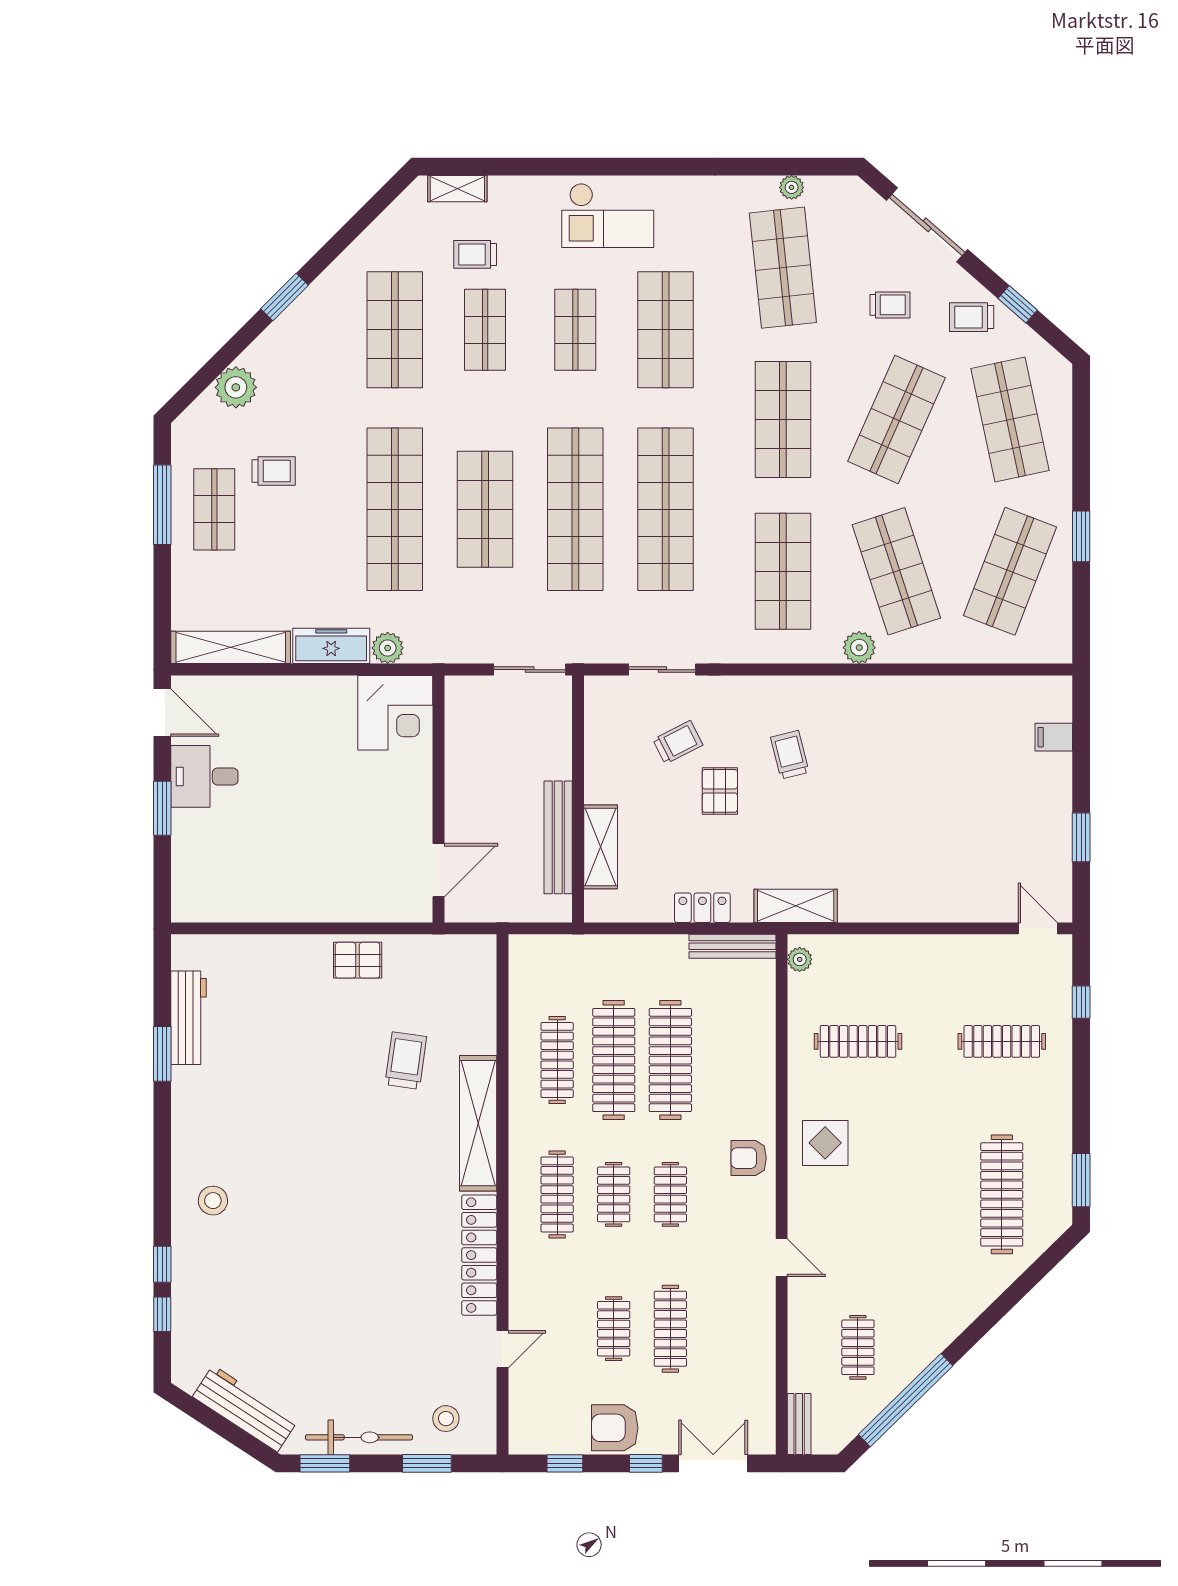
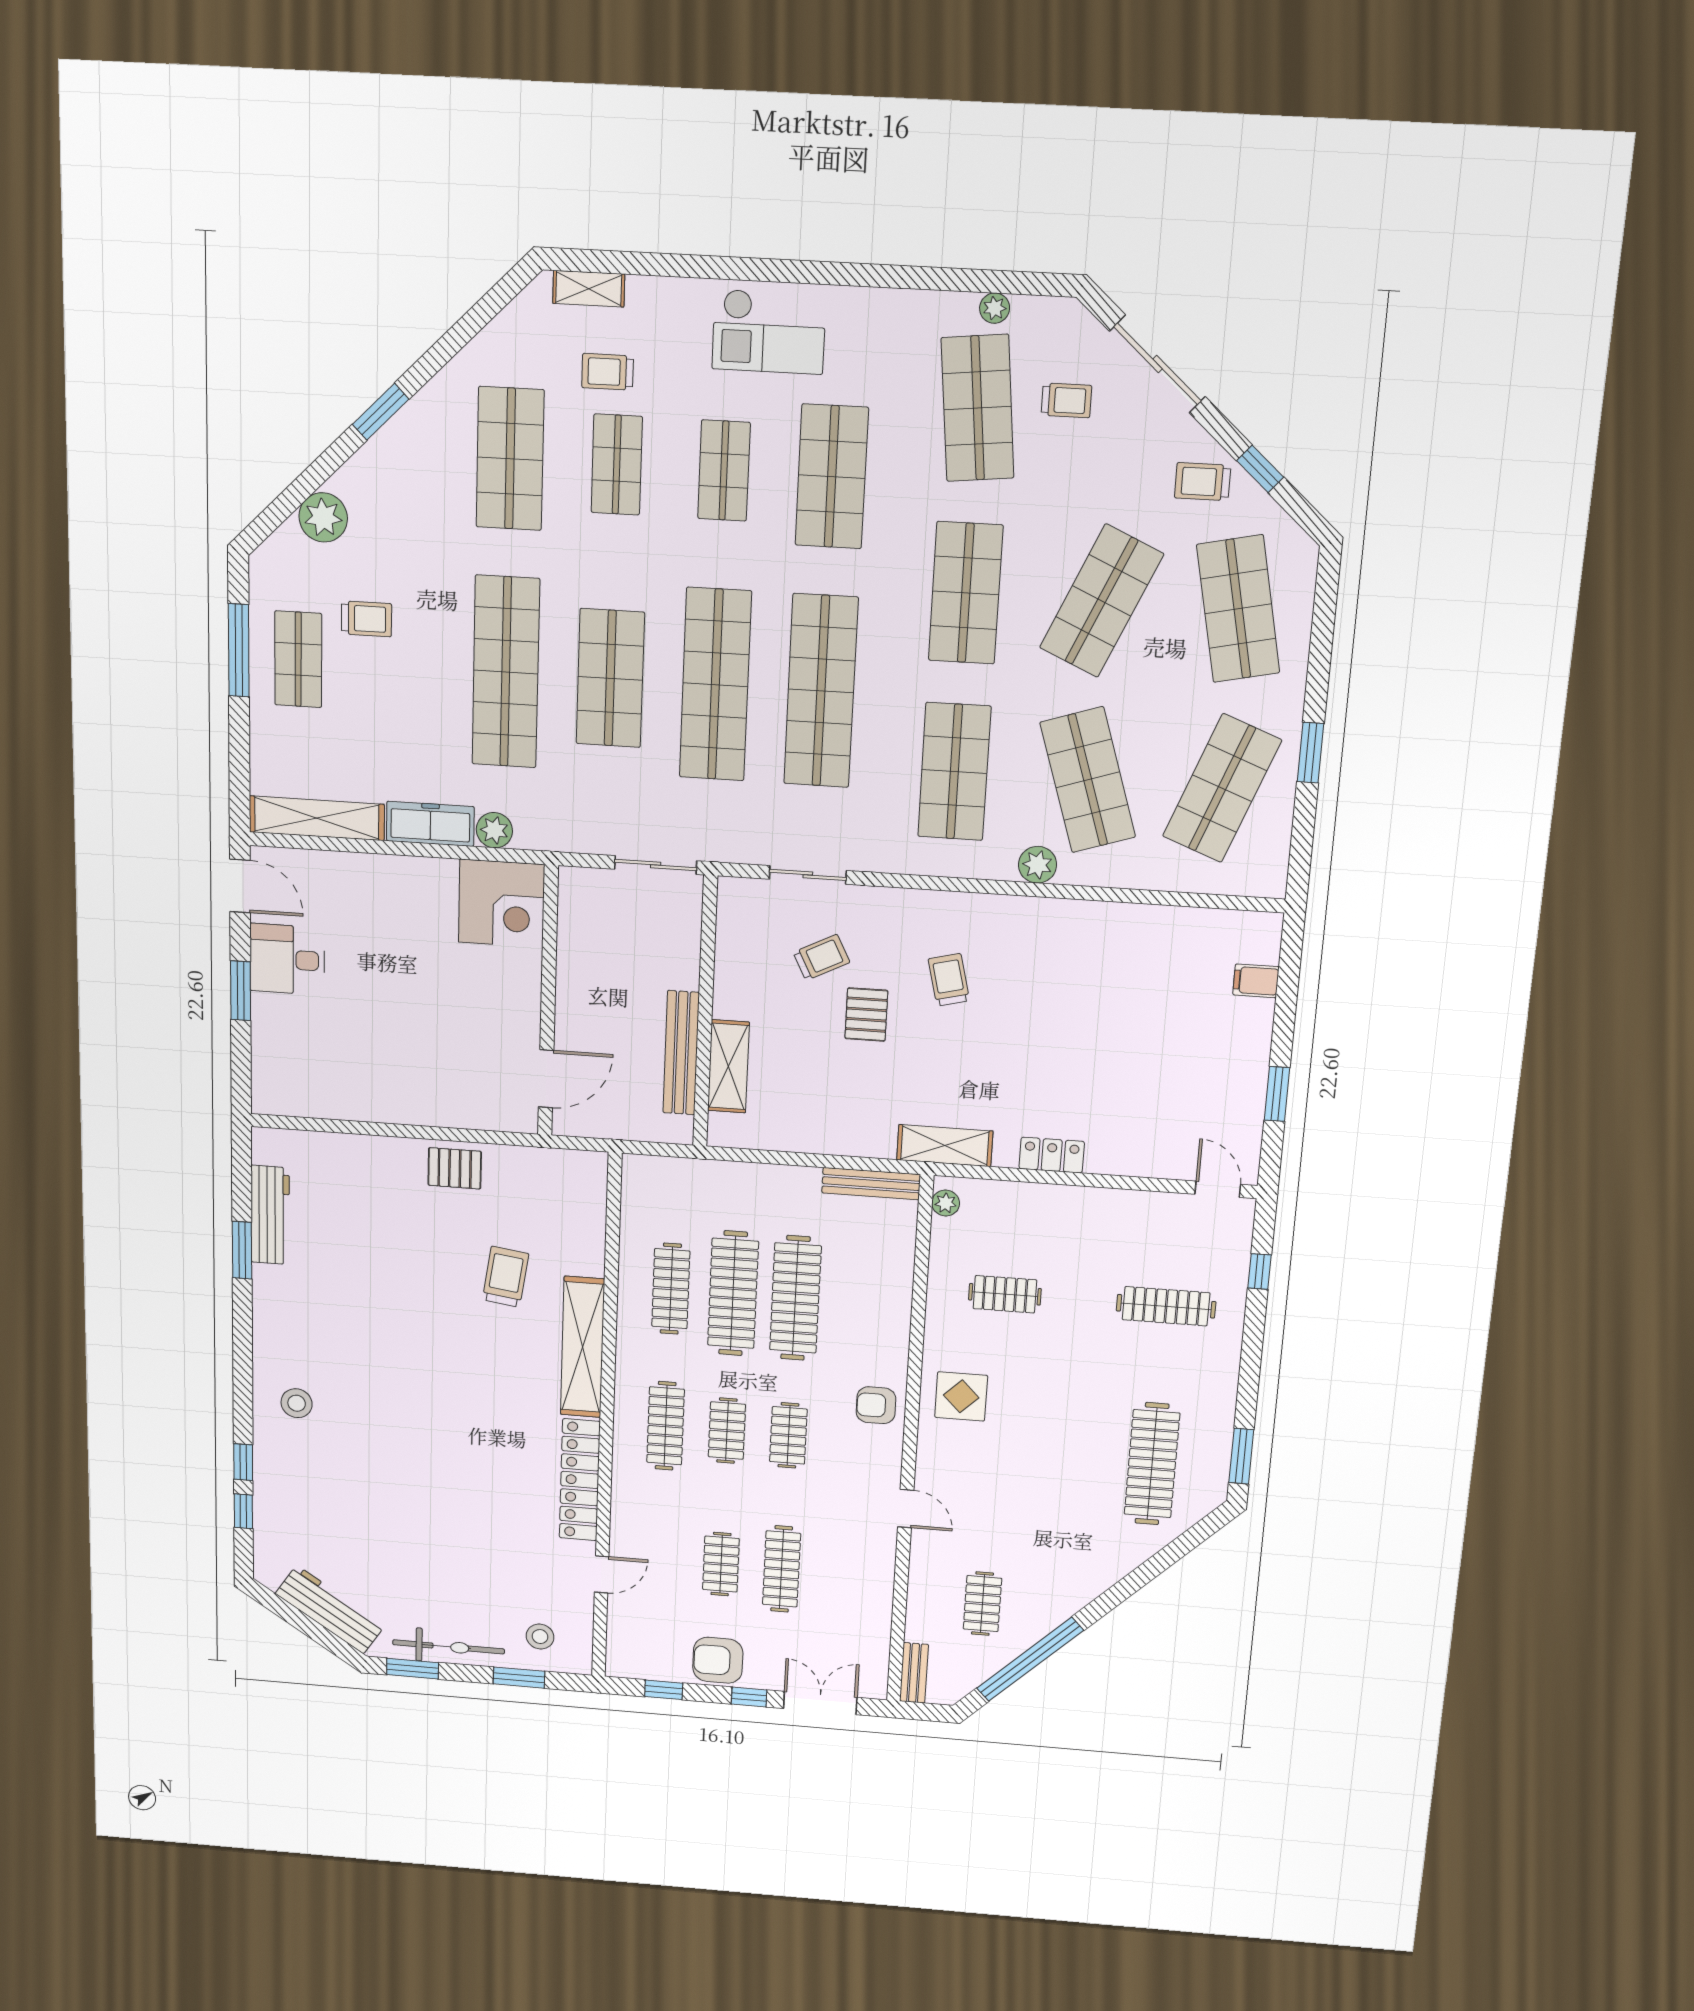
trolley: (890, 305) -> (1066, 400), moved
locker: (702, 908) -> (1052, 1155), moved
clothes rail: (858, 1041) -> (1005, 1294), width x0.73

